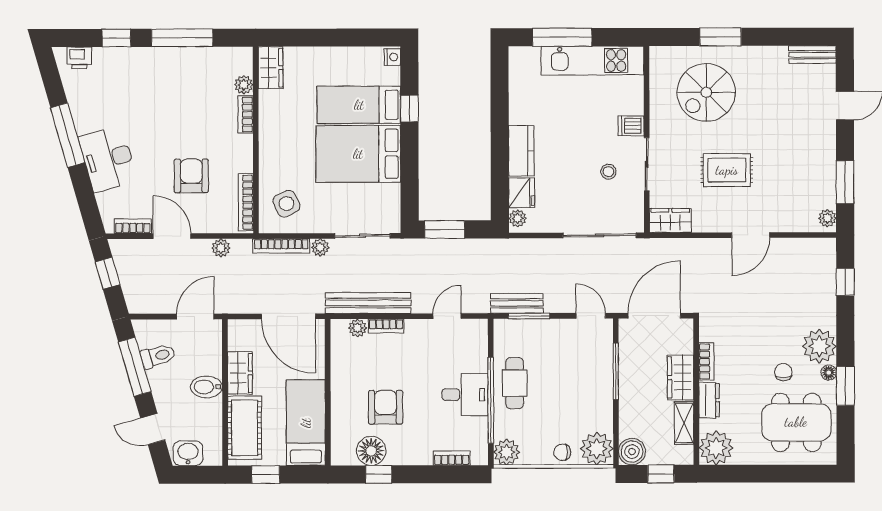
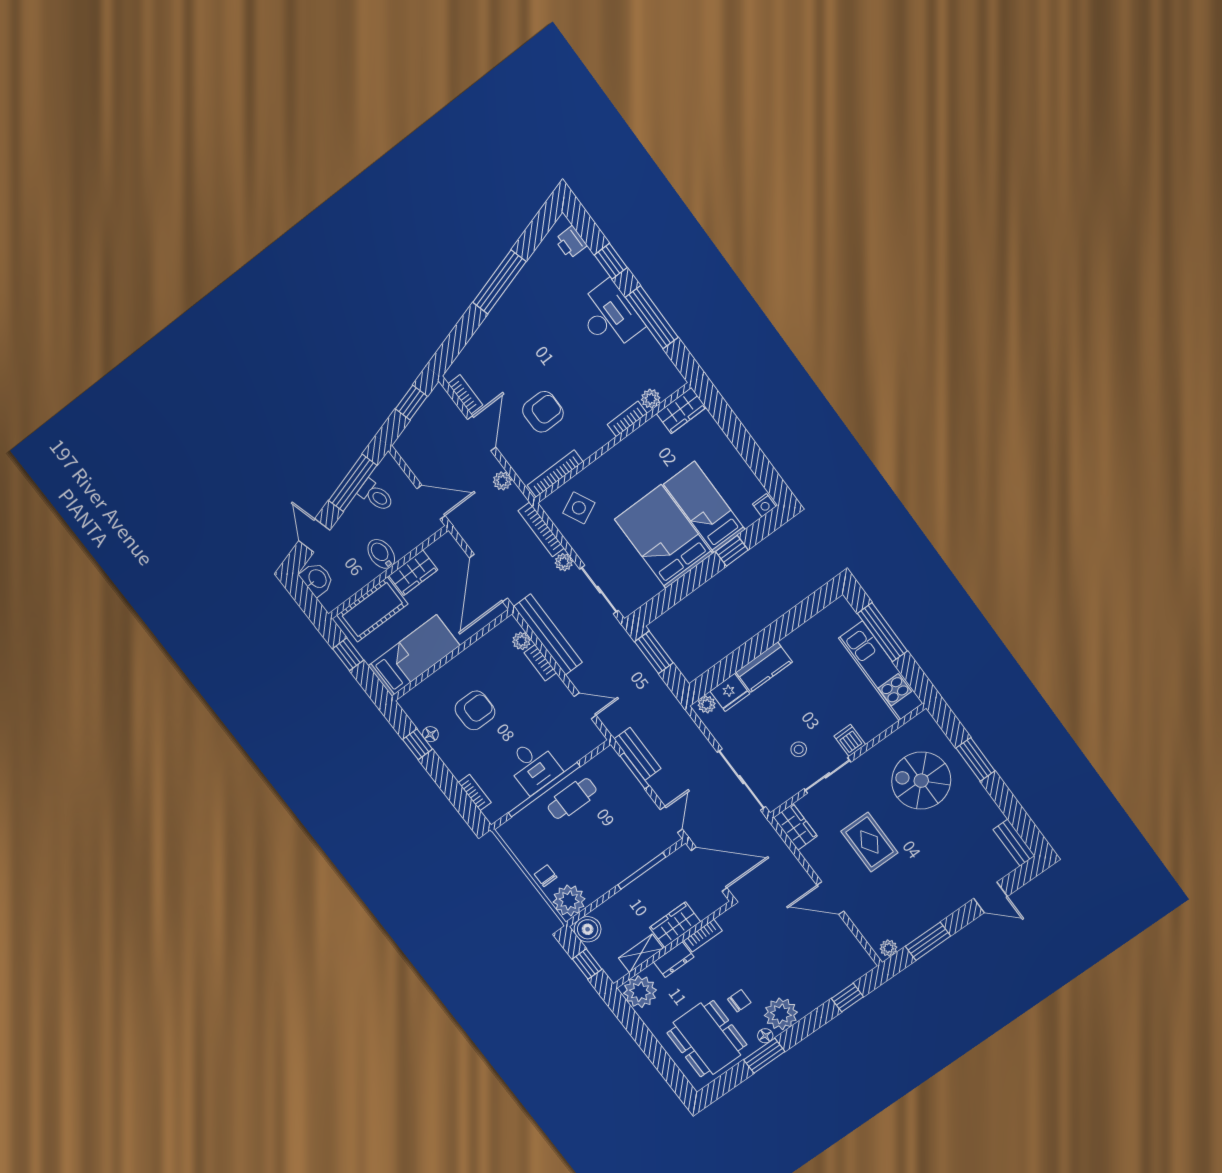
desk: (108, 159) -> (609, 316), moved, turned 106
floor lamp: (371, 451) -> (430, 734), width x0.53, depth x0.53
plant: (507, 452) -> (512, 832), removed

